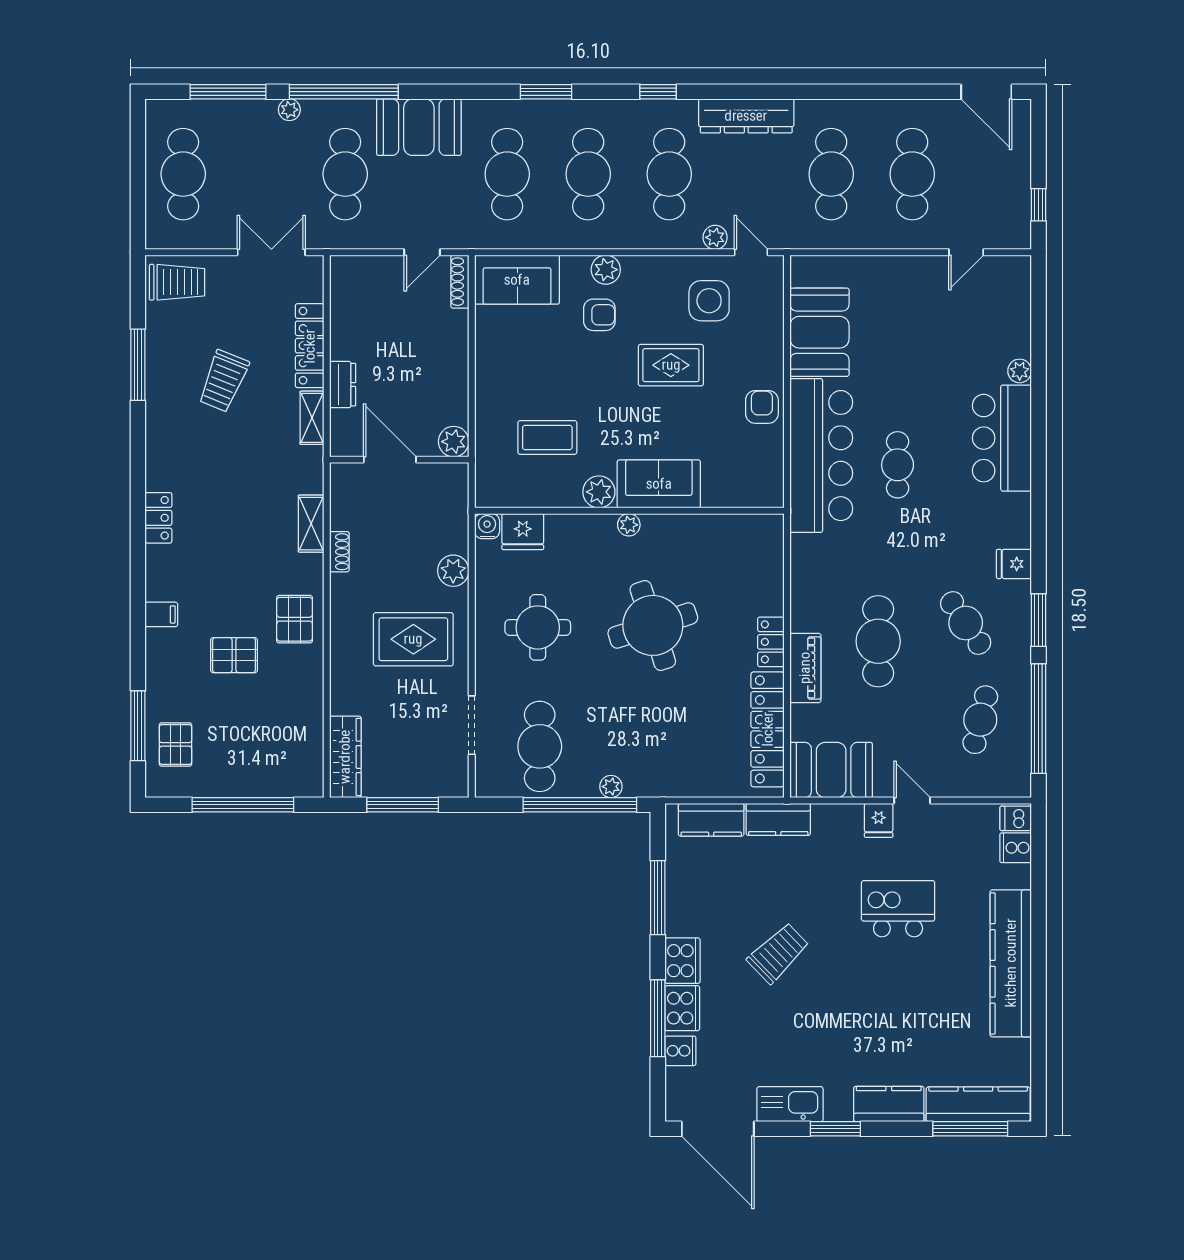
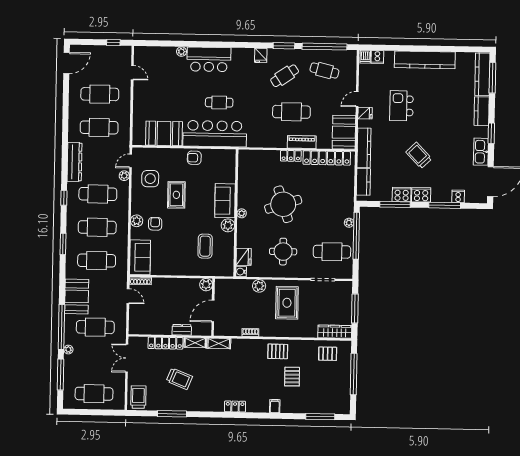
shelving: (311, 524) -> (219, 343), moved
pallet: (175, 744) -> (328, 354), moved
kitchen counter: (778, 819) -> (364, 148), width x1.50
cooker: (682, 1008) -> (402, 194), moved

